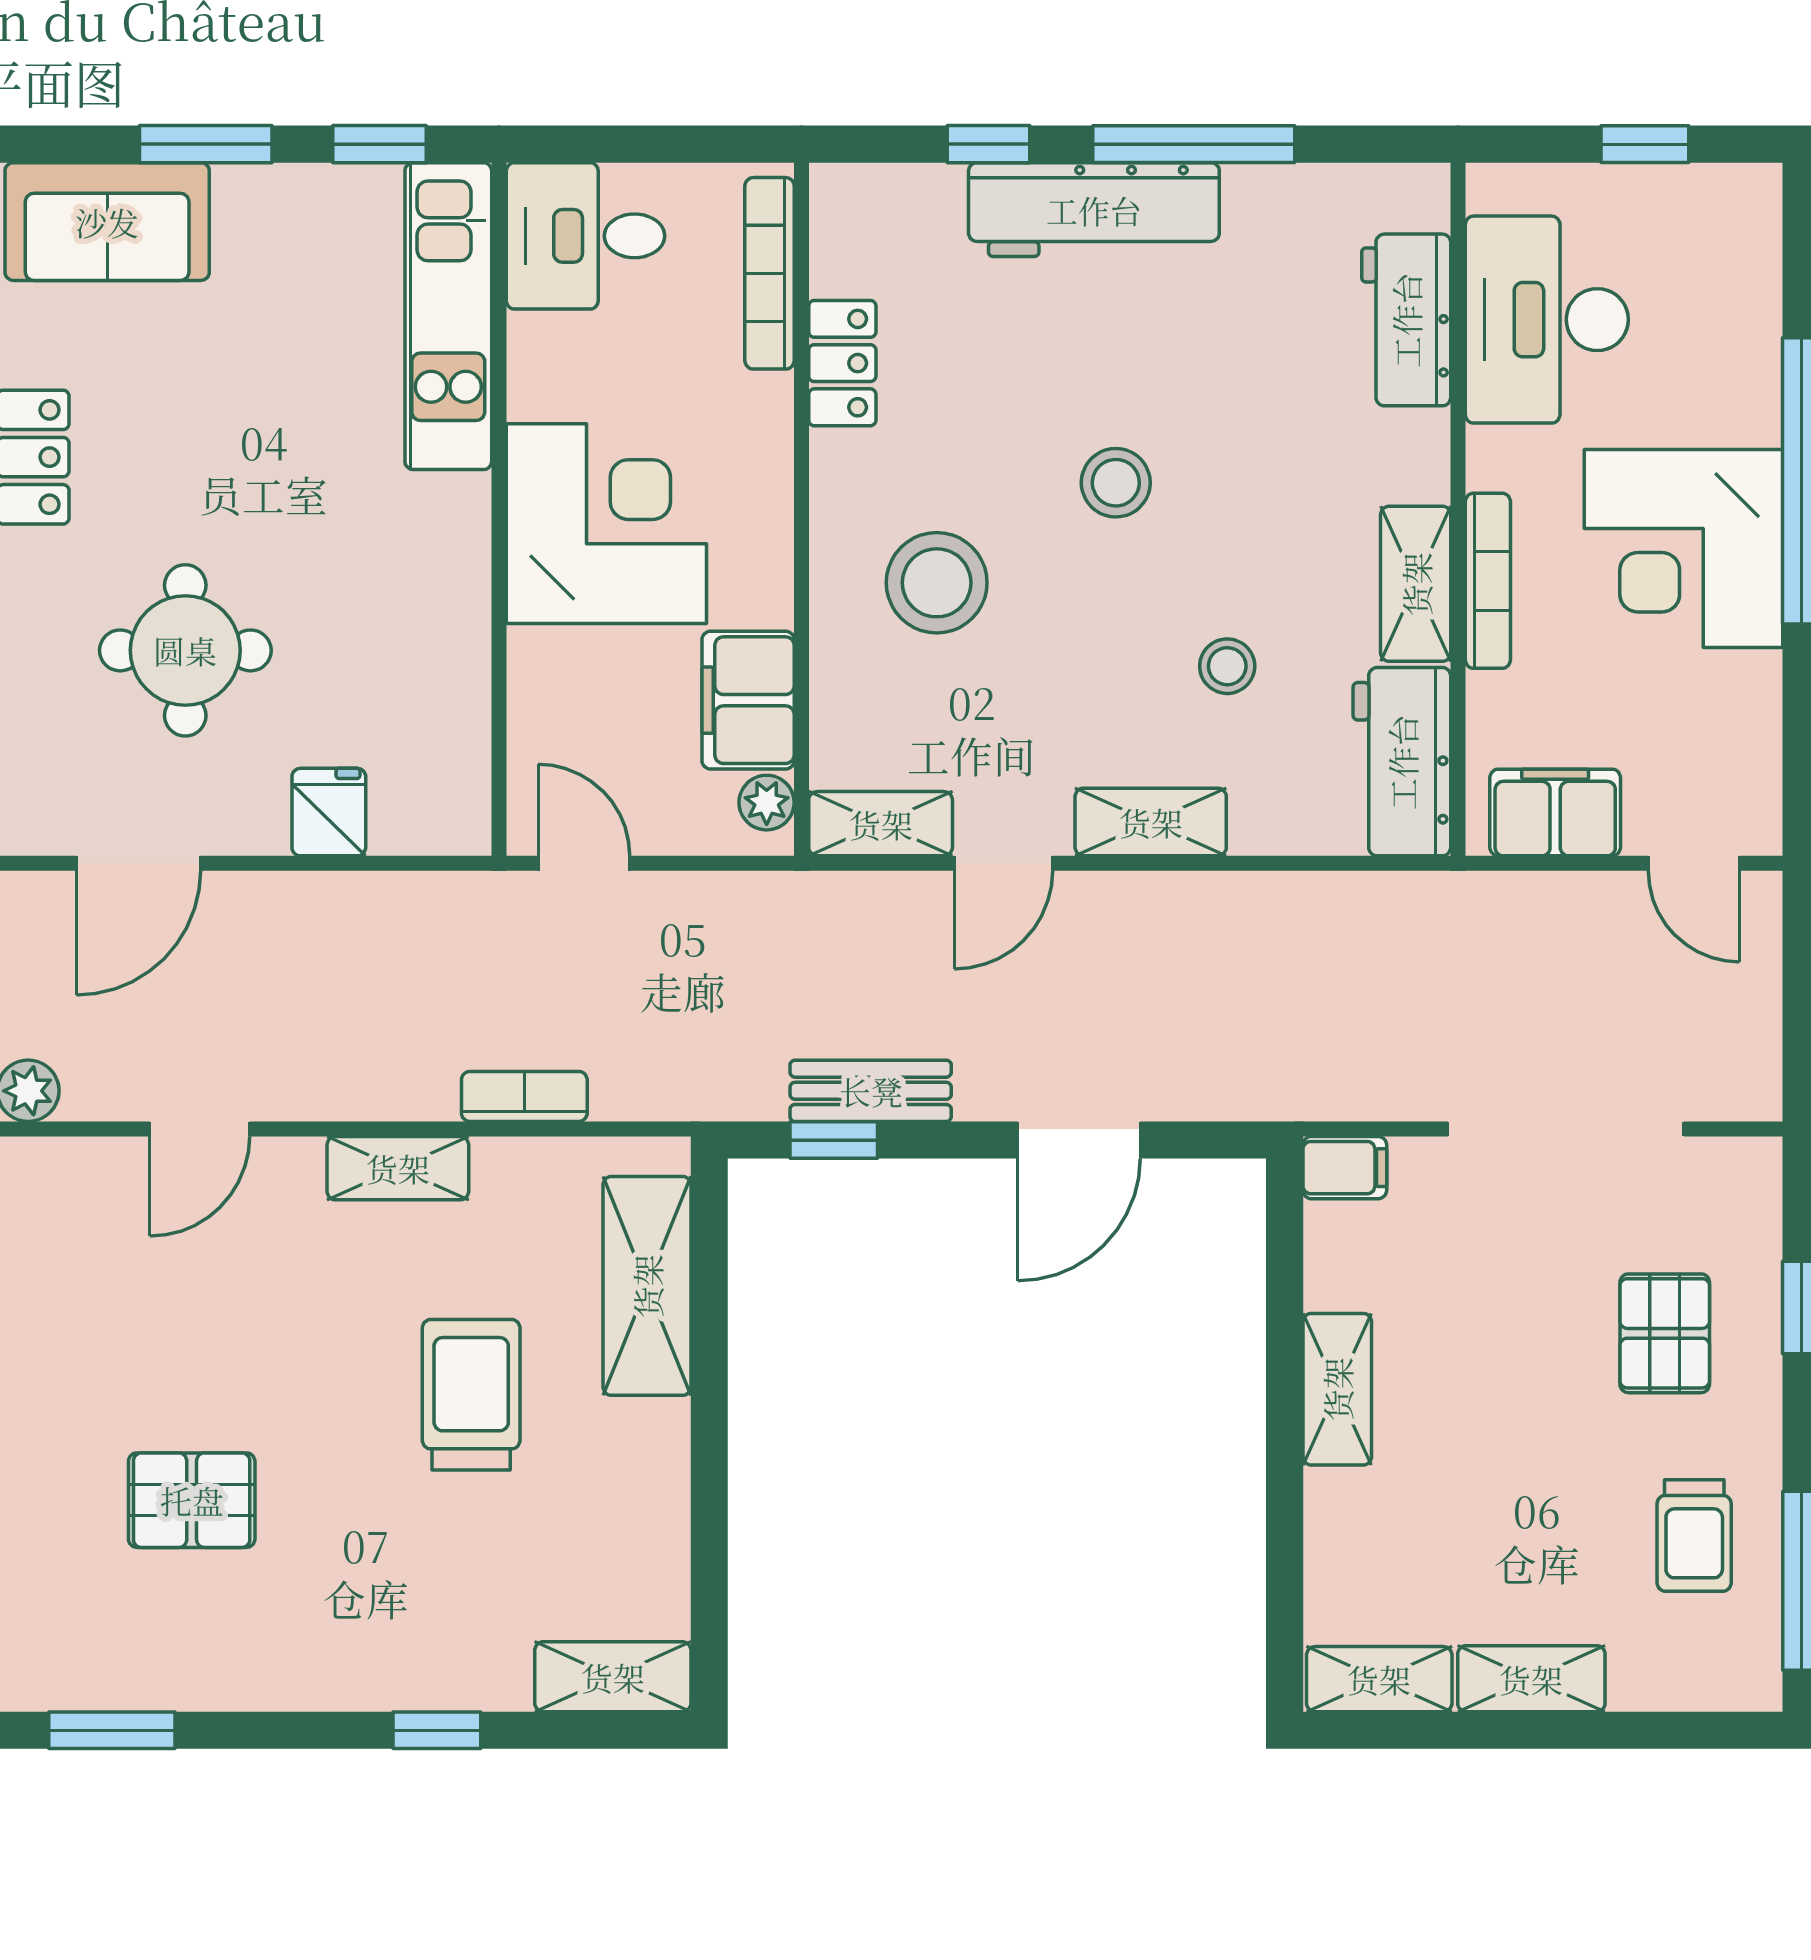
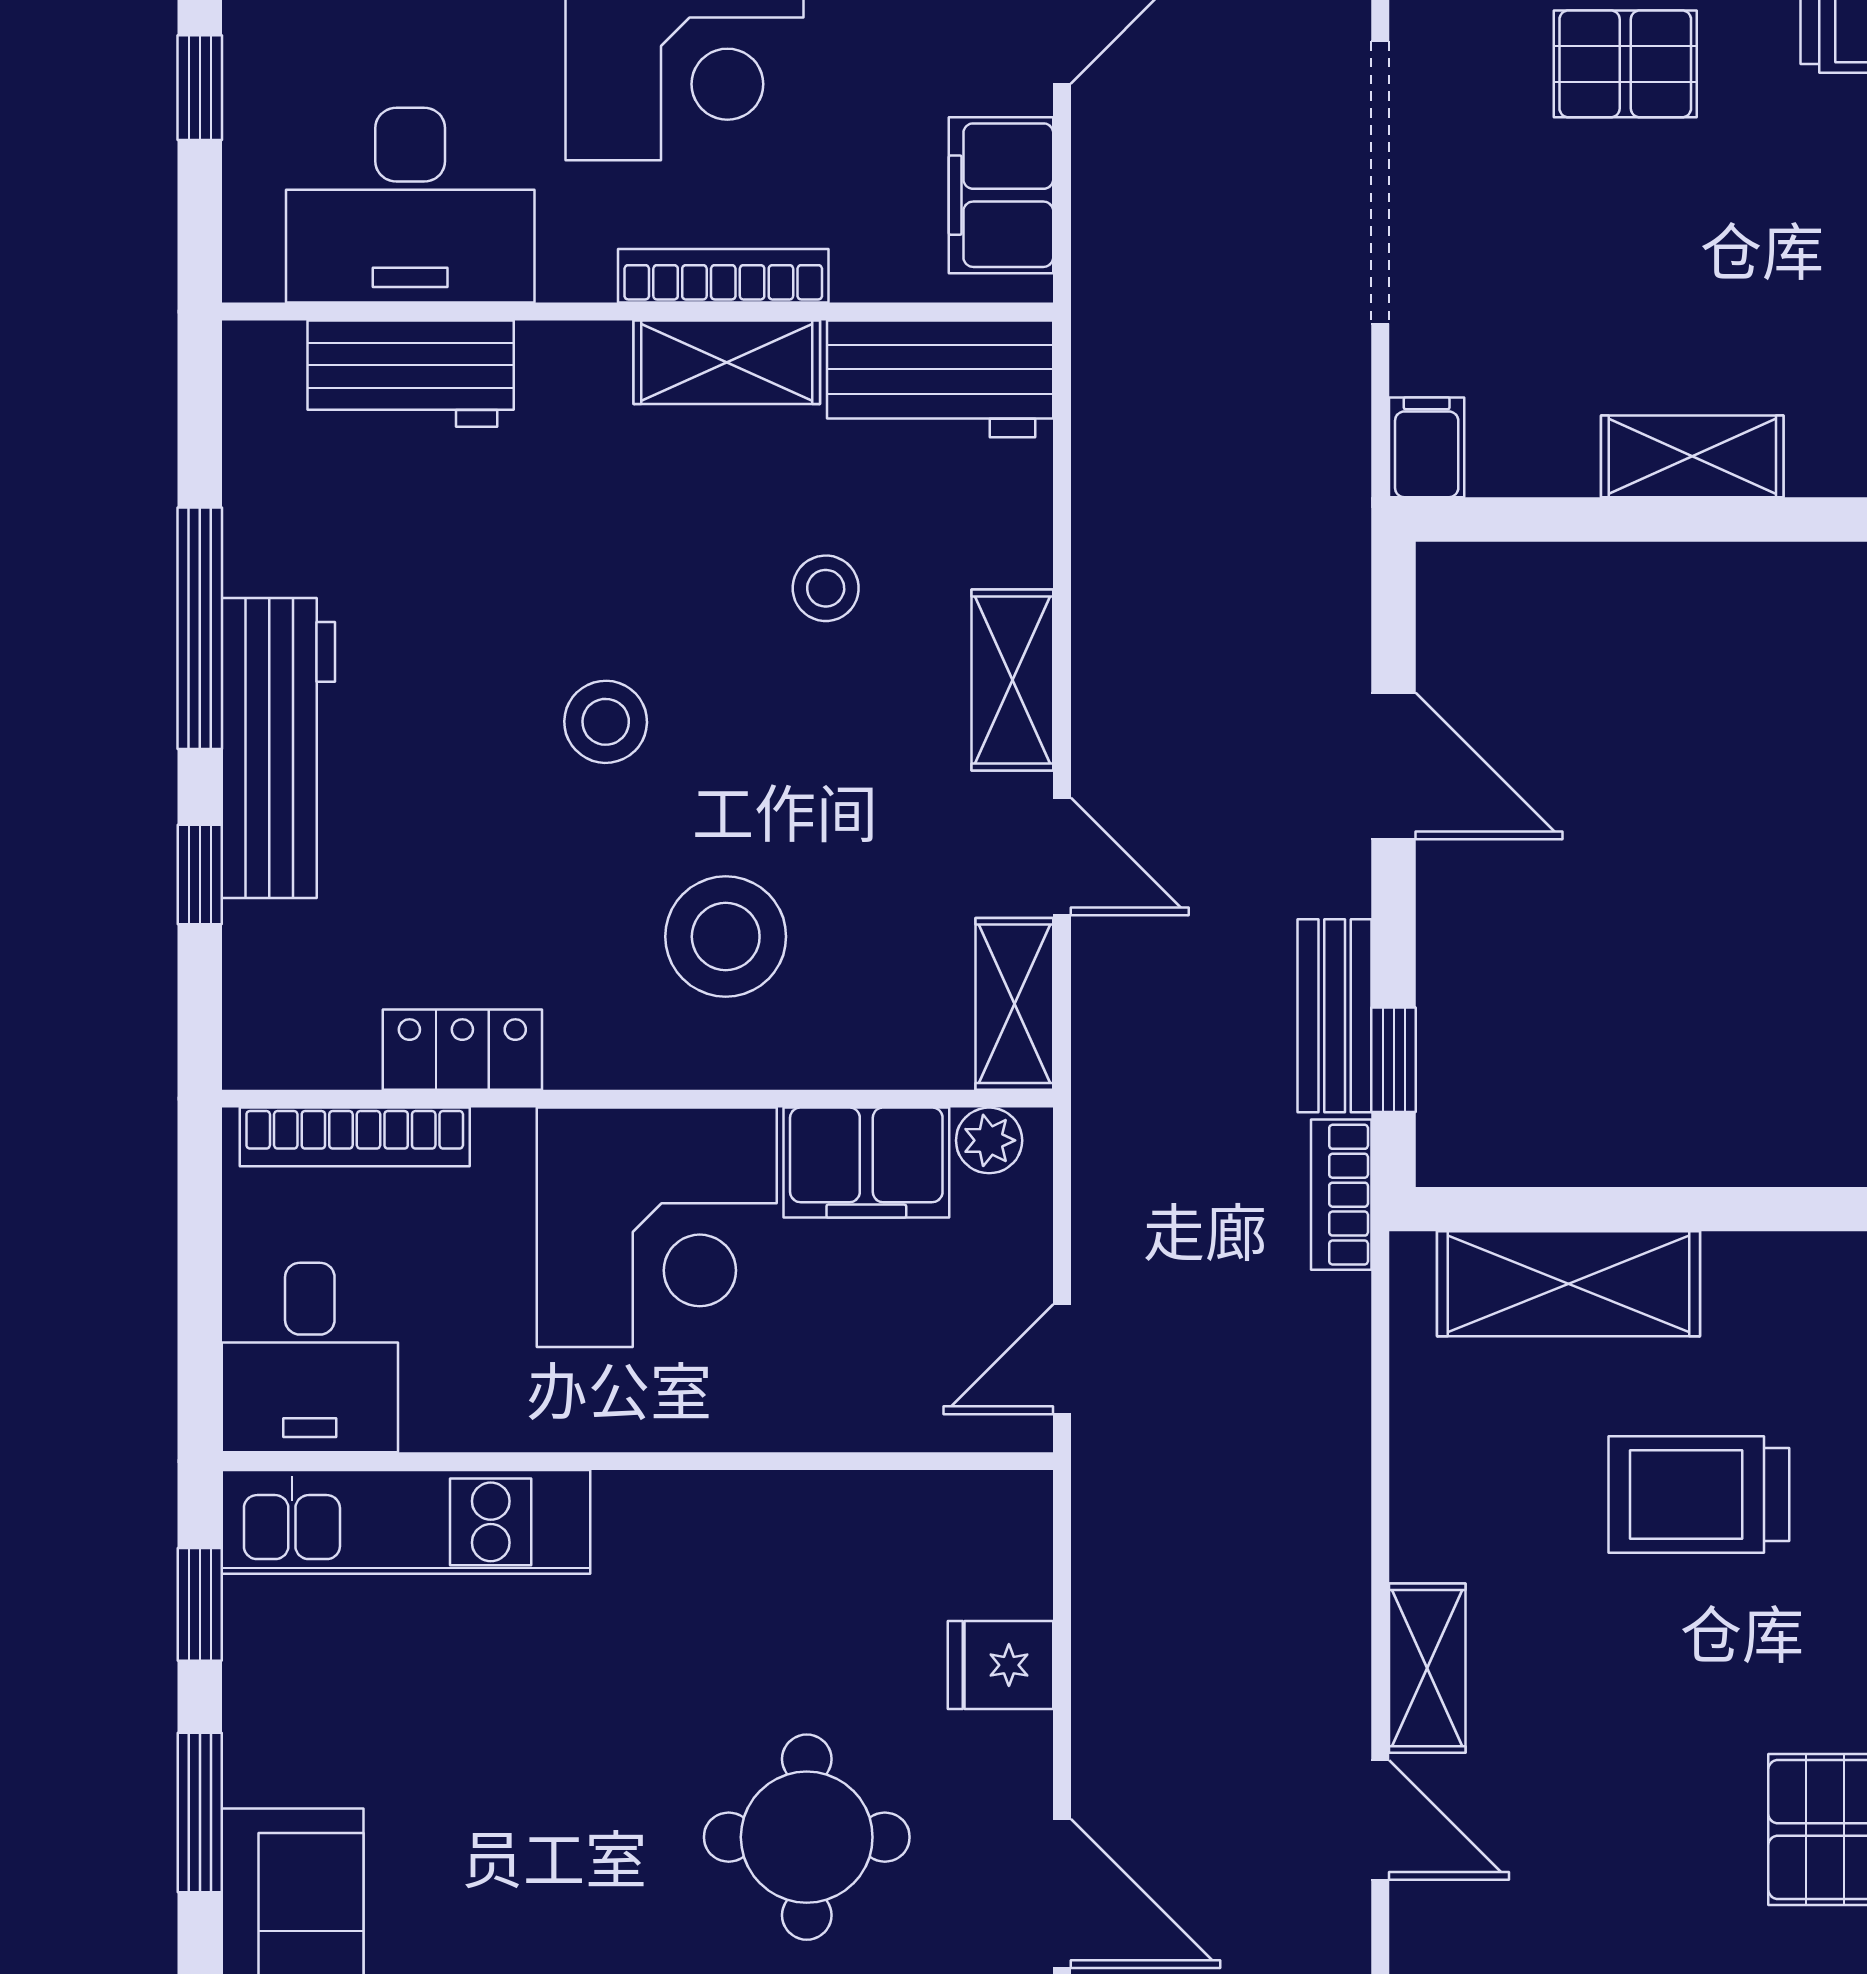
corner desk: (606, 524) -> (657, 1227), moved, turned 180
bookcase: (524, 1096) -> (1341, 1195), moved
shelving: (398, 1168) -> (1427, 1668), moved

